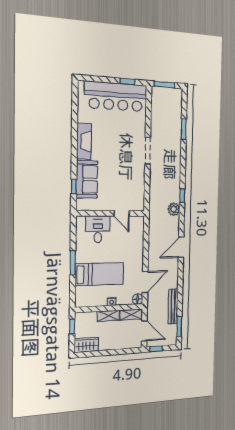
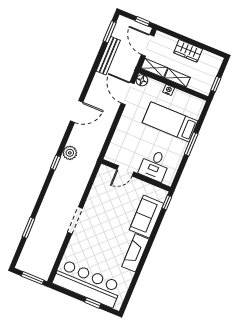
window: (127, 81) -> (93, 303), moved
window: (74, 186) -> (167, 202), moved
door: (122, 213) -> (125, 171), swing flipped
door: (145, 282) -> (128, 93), hinge flipped
wardrobe: (86, 345) -> (188, 51), moved

